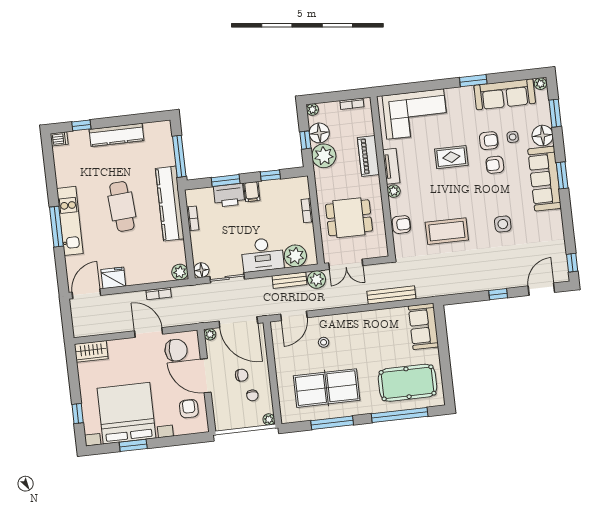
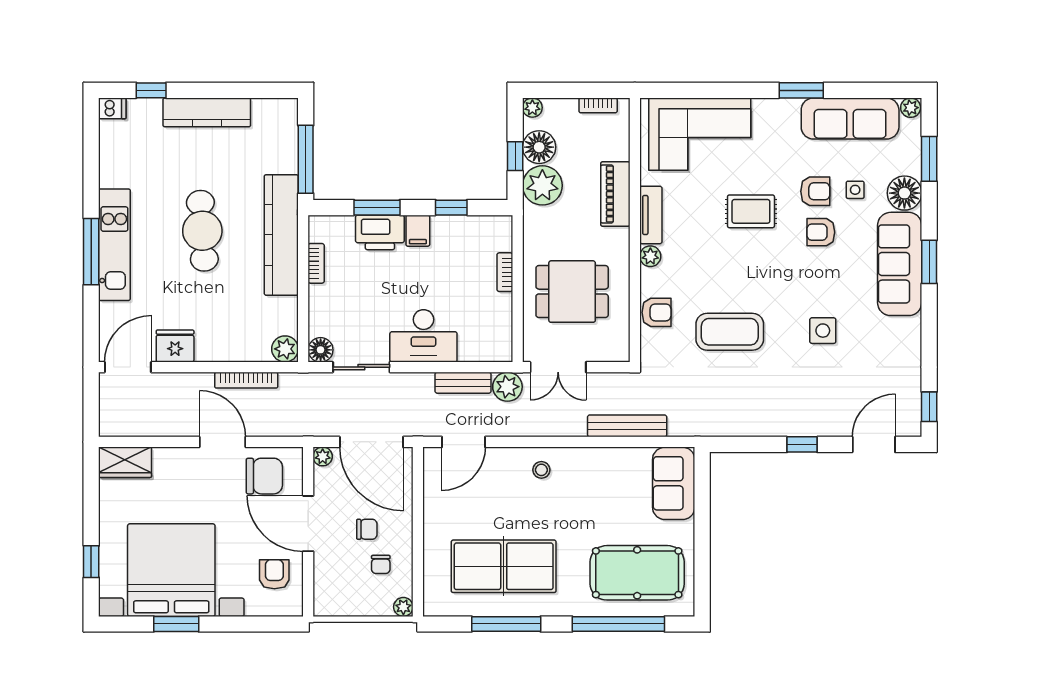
plant: (295, 256) -> (477, 344), removed
bookcase: (159, 294) -> (246, 380), width x1.56
stool: (324, 342) -> (541, 470), moved

